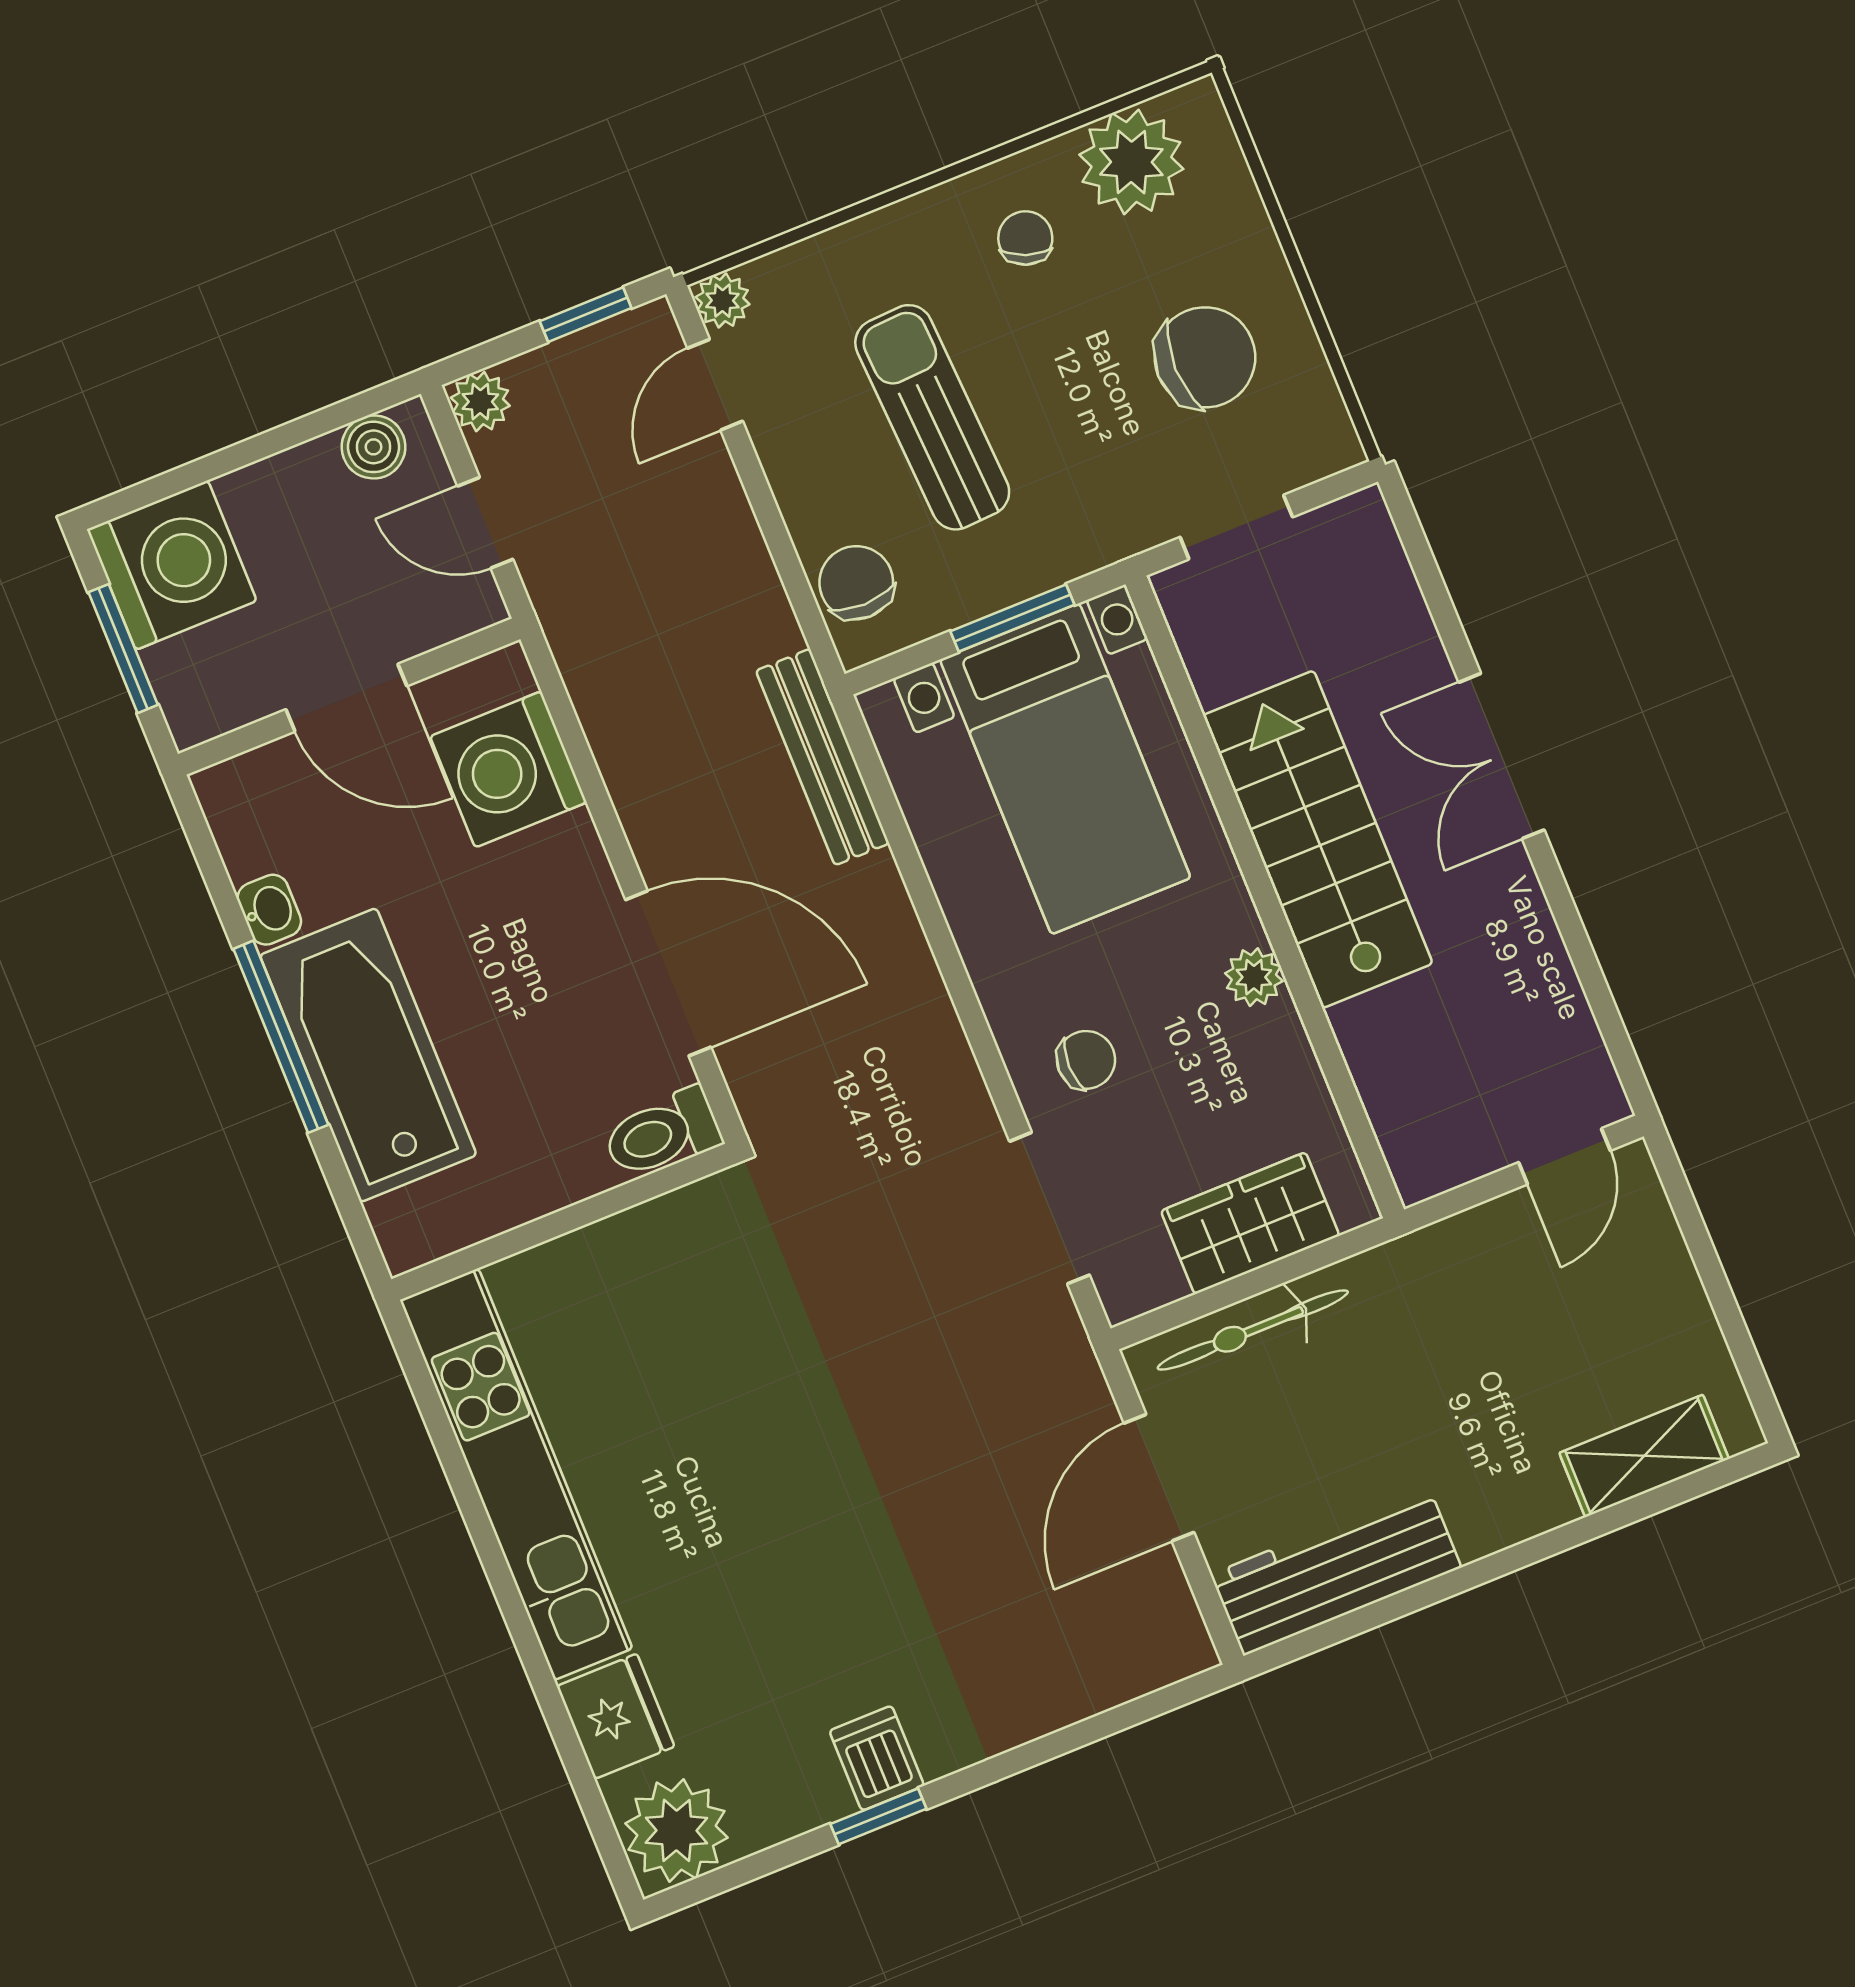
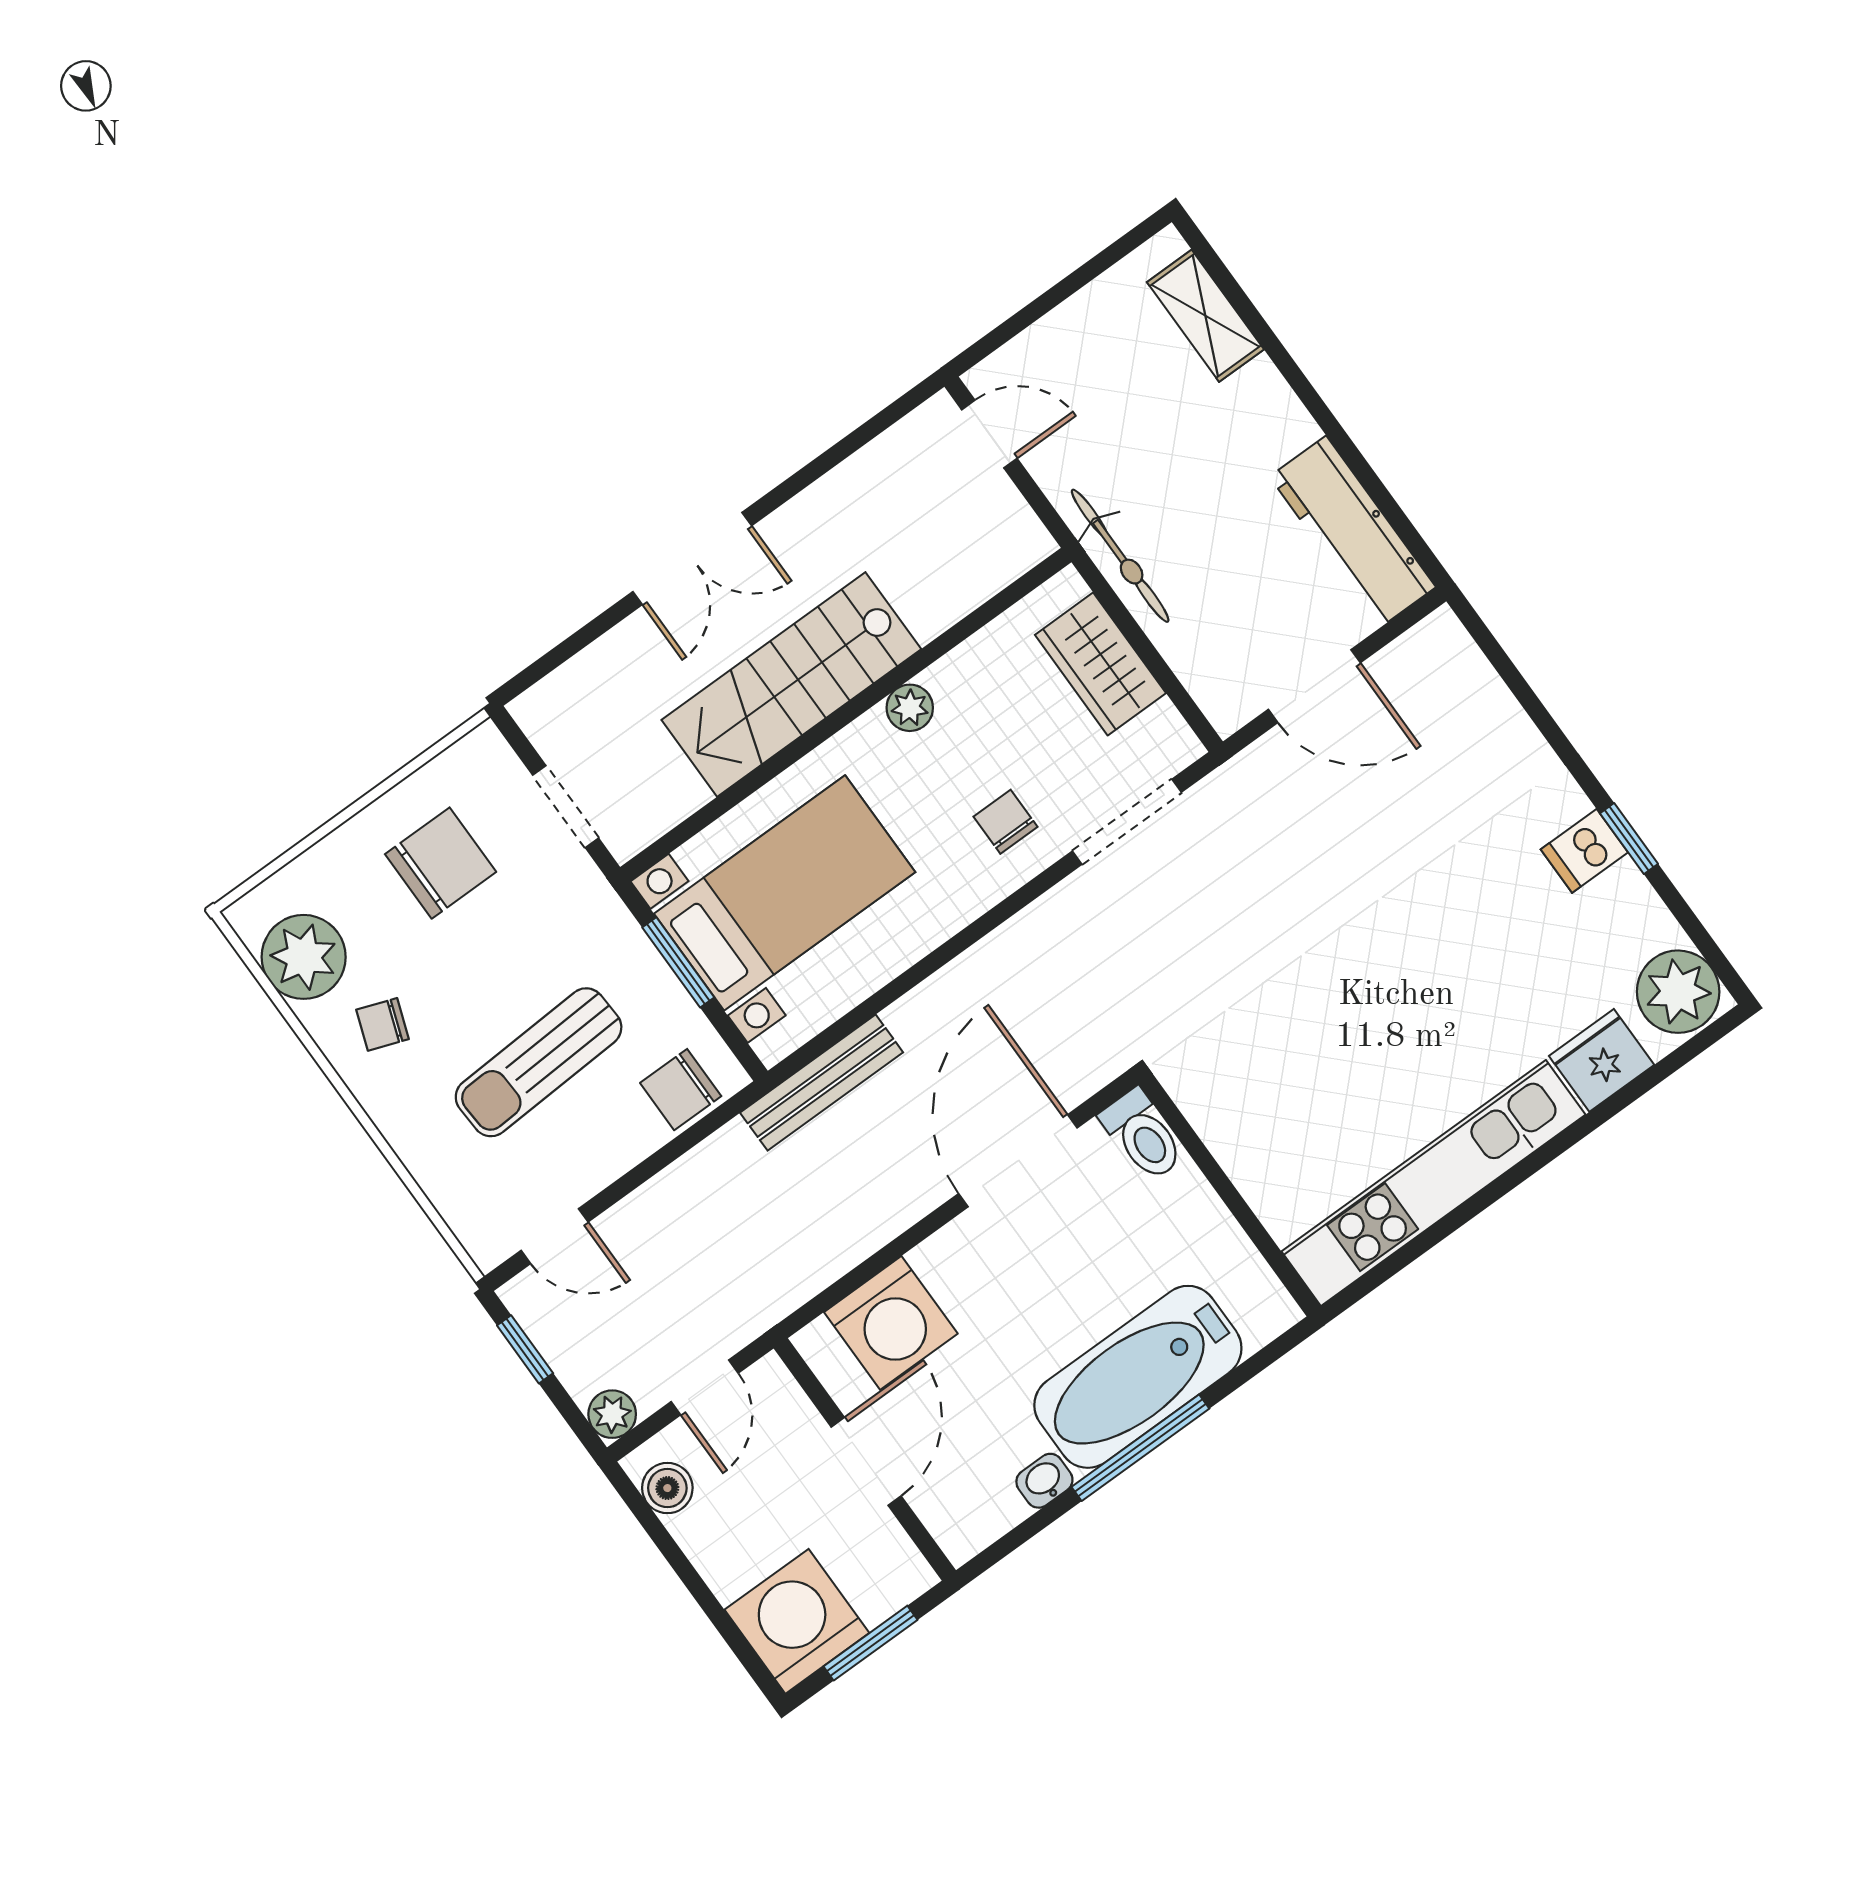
plant: (722, 301) -> (488, 1246), removed
chair: (1205, 357) -> (441, 863), turned 90
bicycle: (1253, 1330) -> (1120, 556), moved

